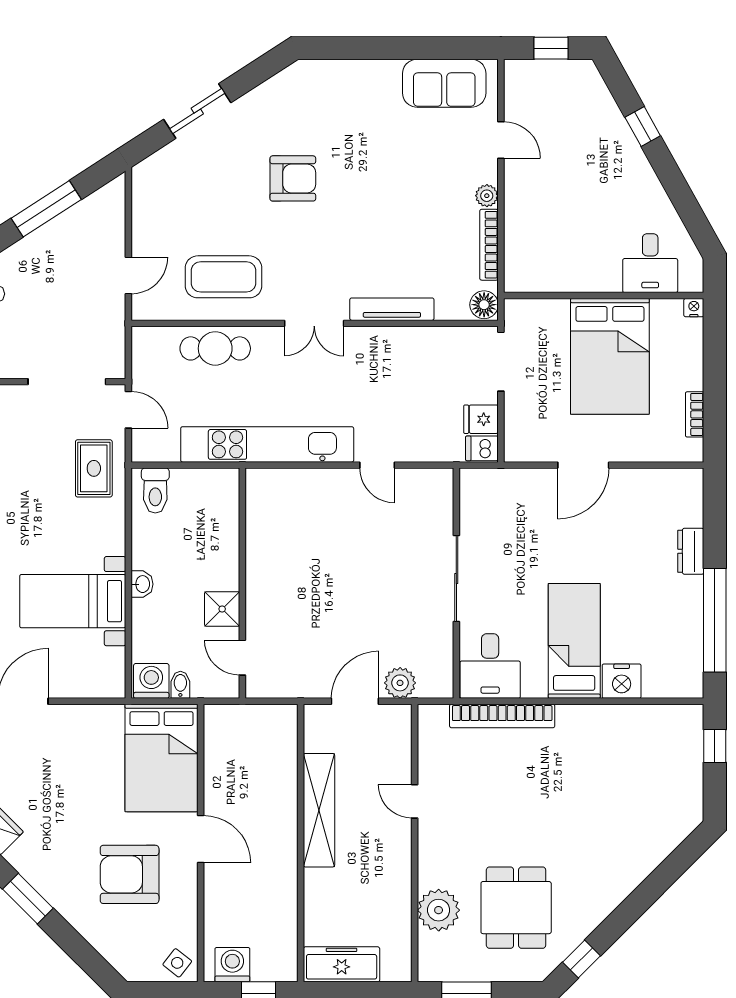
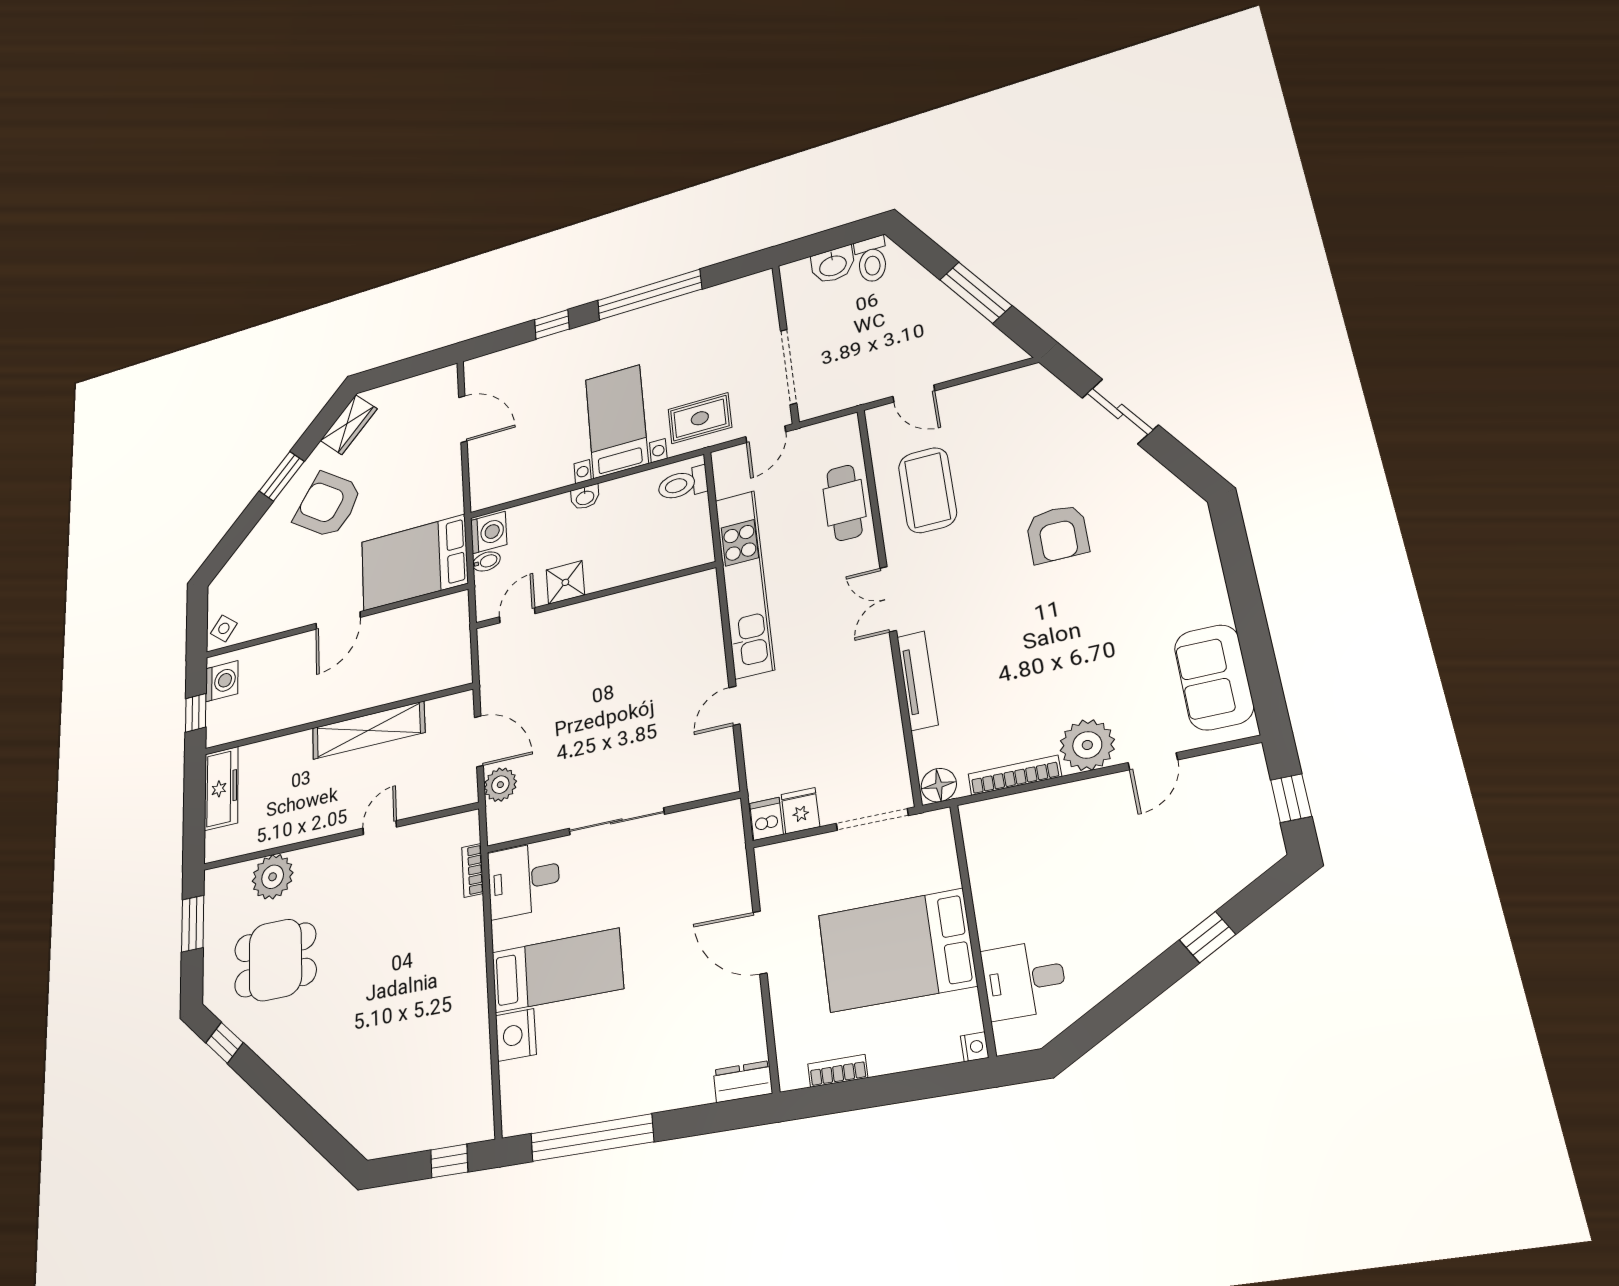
plant: (487, 196) -> (1087, 745), width x1.88, depth x1.88
dresser: (691, 551) -> (743, 1082), moved
bed with nightstands: (73, 601) -> (617, 421), moved
bookcase: (502, 716) -> (473, 870), width x0.43, depth x0.76
armchair: (130, 874) -> (328, 505), moved, turned -56

